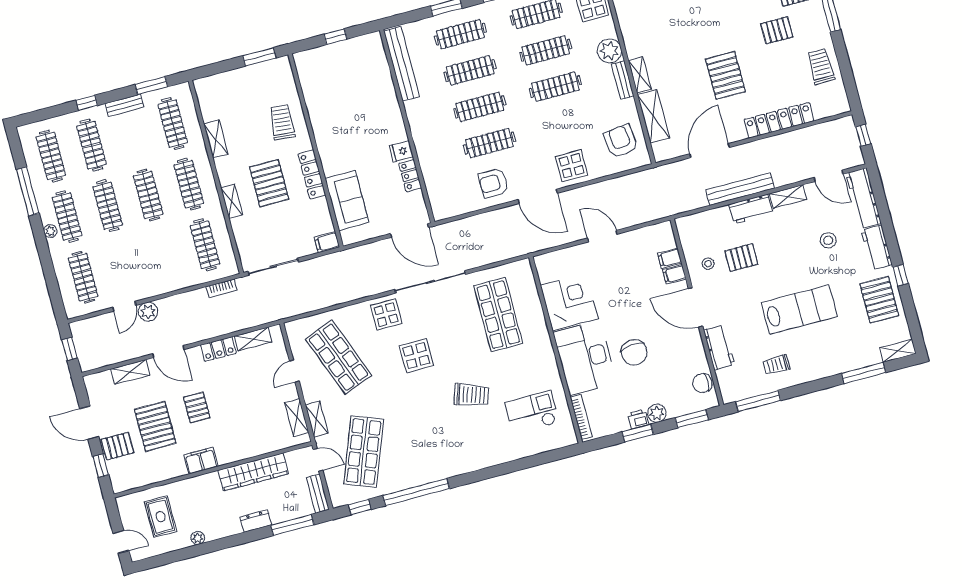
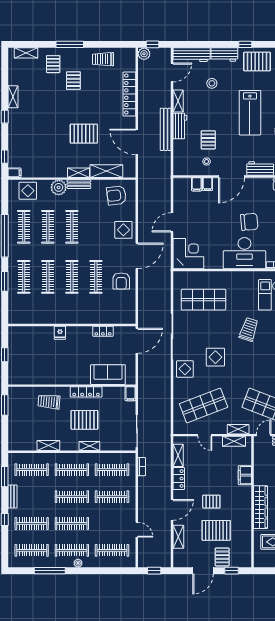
bench: (402, 64) -> (32, 318), removed
pallet: (725, 75) -> (84, 134), moved
fridge: (401, 151) -> (60, 333), moved
clothes rail: (164, 256) -> (112, 497), added
corner desk: (569, 302) -> (188, 254), moved, turned 90
lab bench: (799, 310) -> (250, 113), turned 180
plant: (148, 312) -> (144, 54), moved
filing cabinet: (201, 461) -> (245, 475), moved
wardrobe: (253, 472) -> (260, 507), moved

